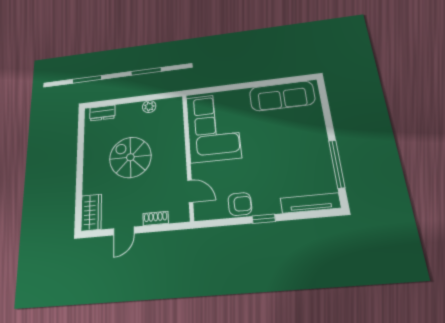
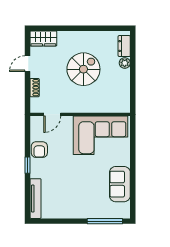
sofa: (282, 96) -> (120, 184), width x0.73
plant: (149, 107) -> (125, 63), moved
window: (337, 164) -> (105, 221), moved
door: (124, 231) -> (27, 64), hinge flipped

